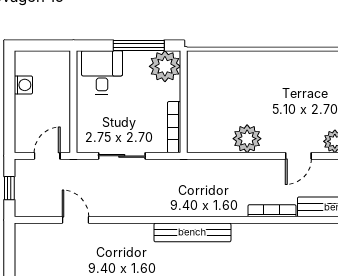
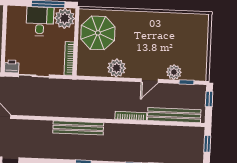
desk: (102, 73) -> (40, 21), moved
parasol: (216, 86) -> (98, 33), added
printer: (87, 143) -> (12, 66), added

